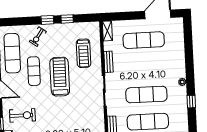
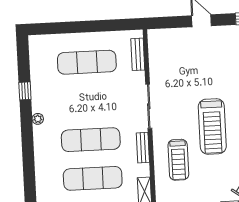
treadmill: (84, 53) -> (178, 160), turned 180
exercise mat: (146, 95) -> (91, 140), moved

